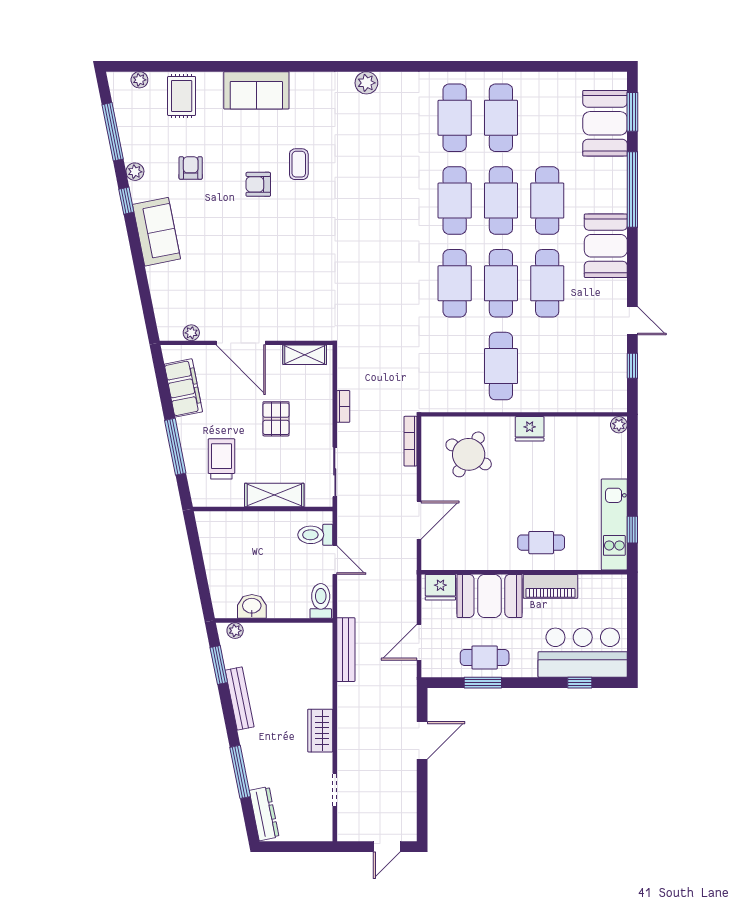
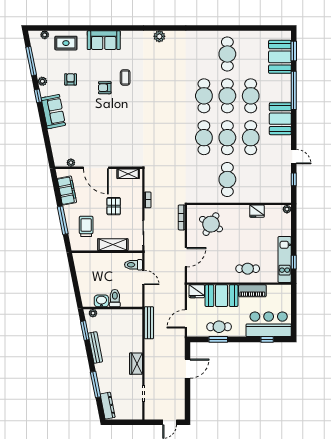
rug: (182, 96) -> (66, 43), turned 90
cafe table: (455, 118) -> (204, 54), removed
fridge: (530, 429) -> (257, 211), moved
toilet: (321, 601) -> (115, 298), moved

